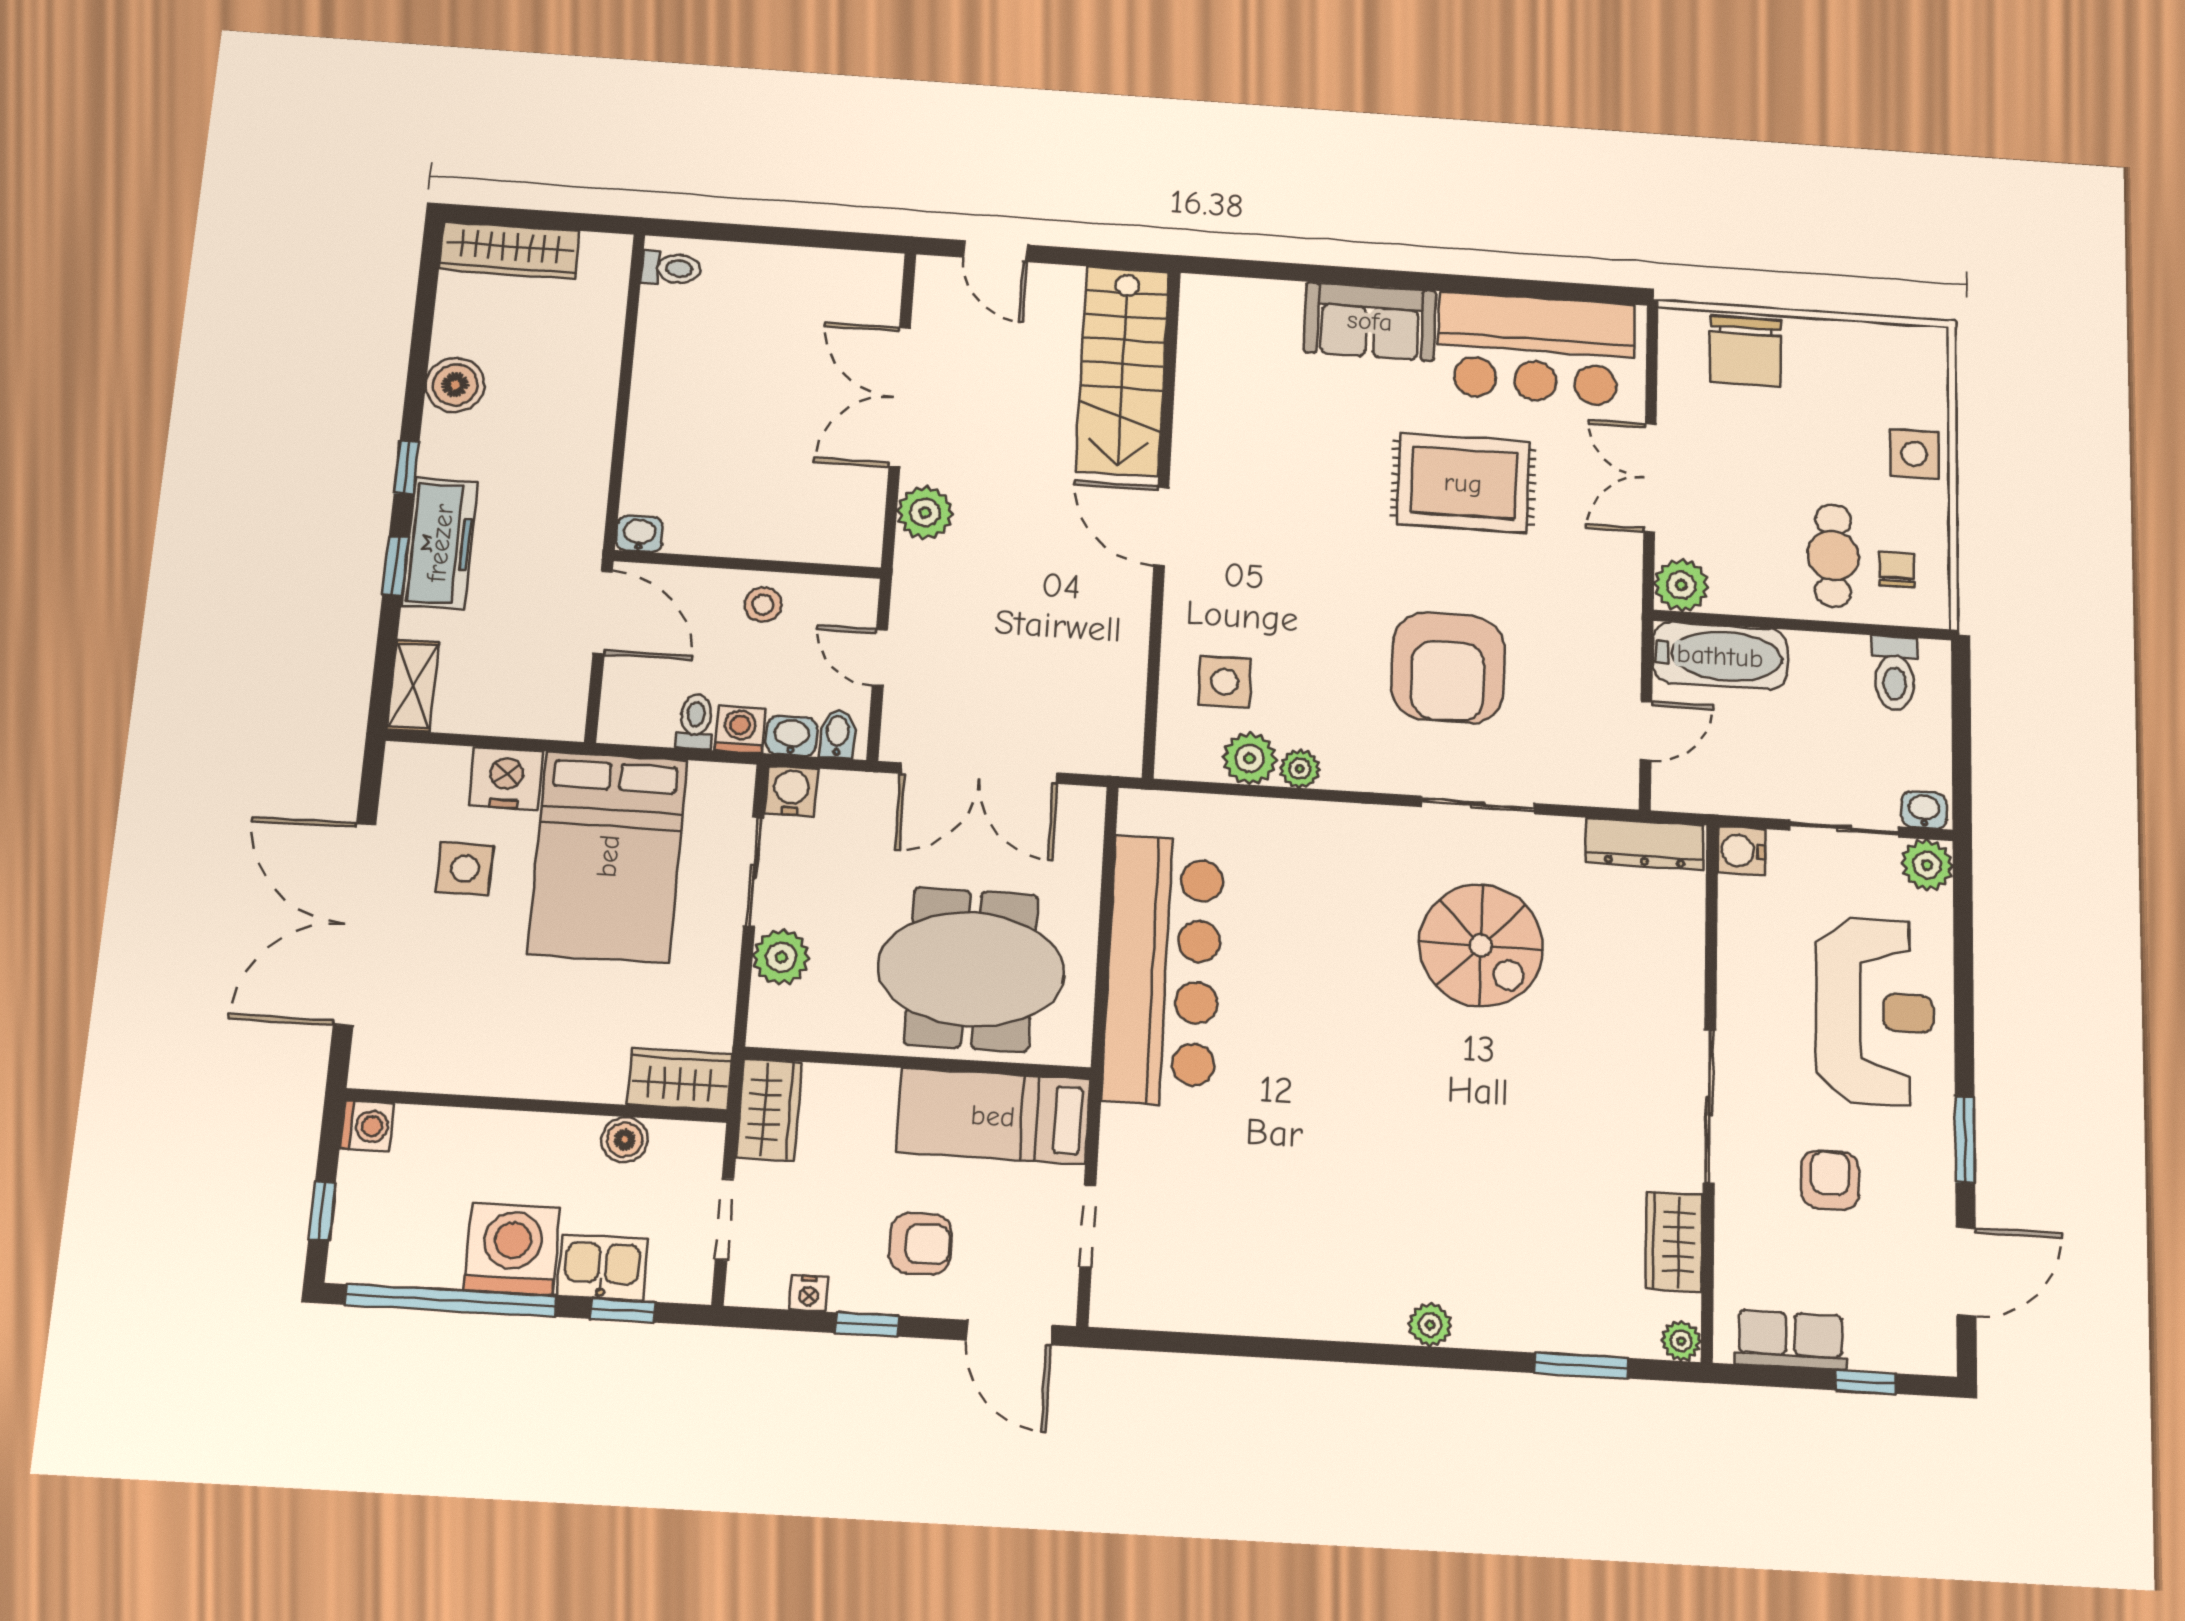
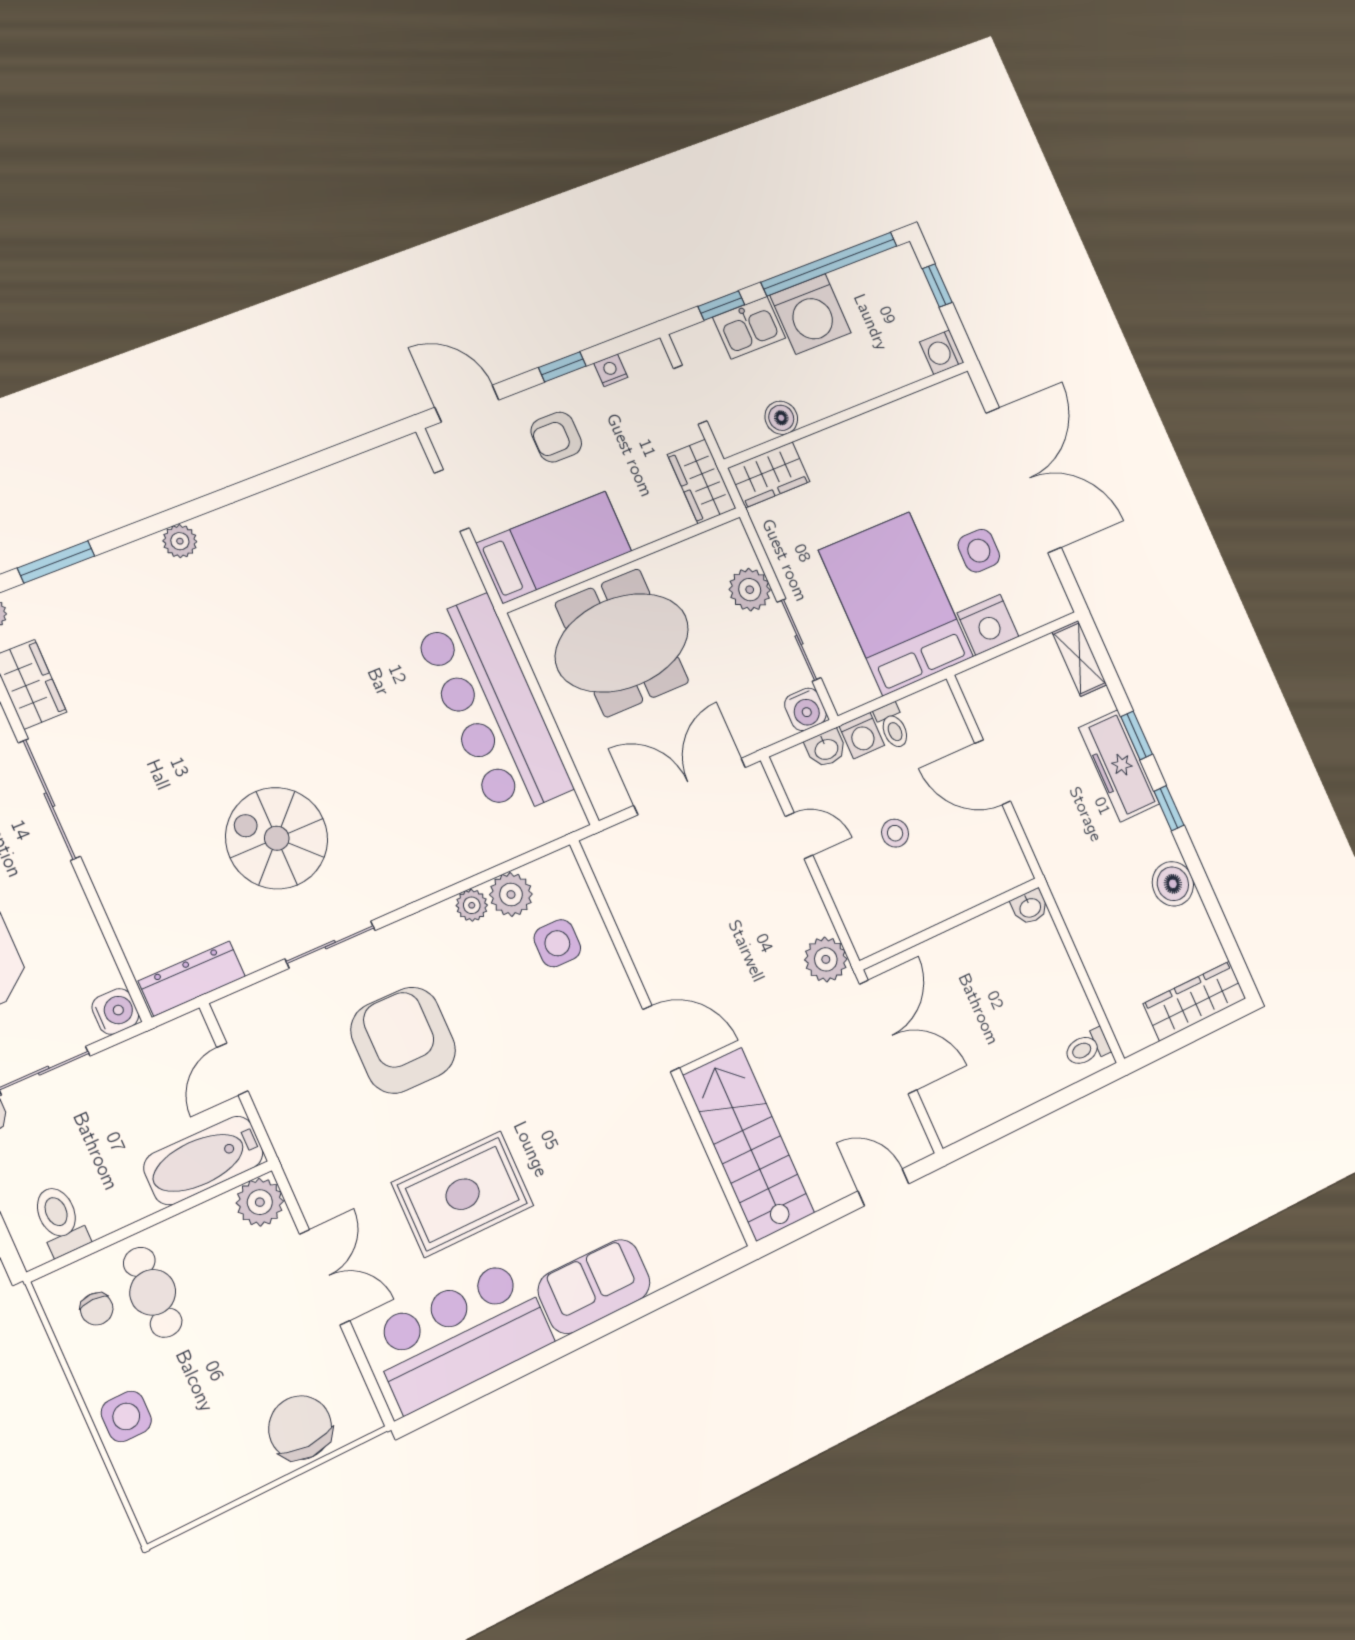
washbasin: (639, 534) -> (1030, 907), moved
wall: (748, 564) -> (950, 924), moved
bidet: (838, 734) -> (797, 766), removed

